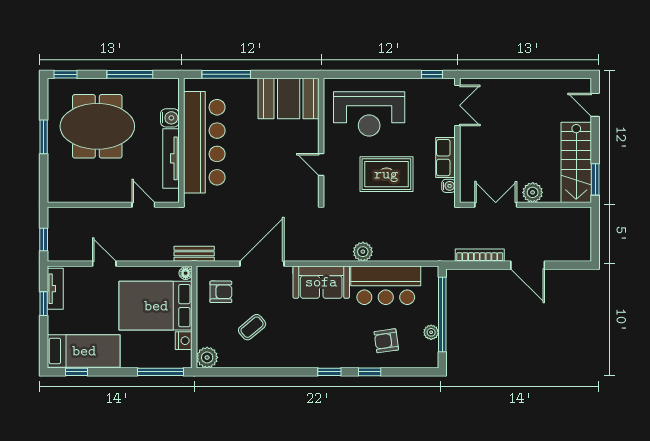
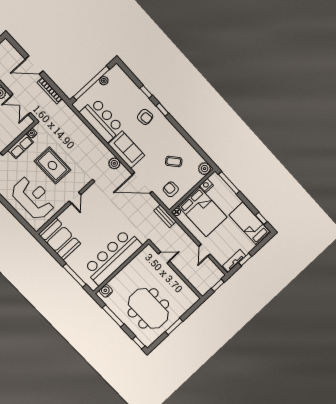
water cooler: (170, 118) -> (106, 291), moved
tv unit: (171, 158) -> (133, 265), removed
door: (143, 205) -> (164, 258), swing flipped
plant: (363, 252) -> (114, 163), moved
door: (528, 265) -> (34, 65), swing flipped
armchair: (386, 341) -> (145, 117), moved

